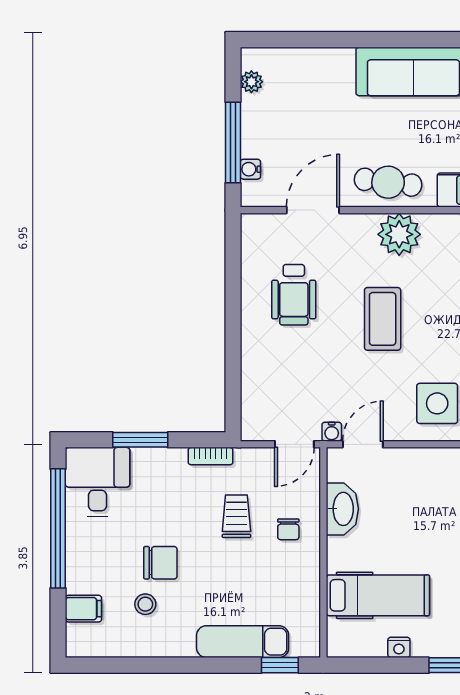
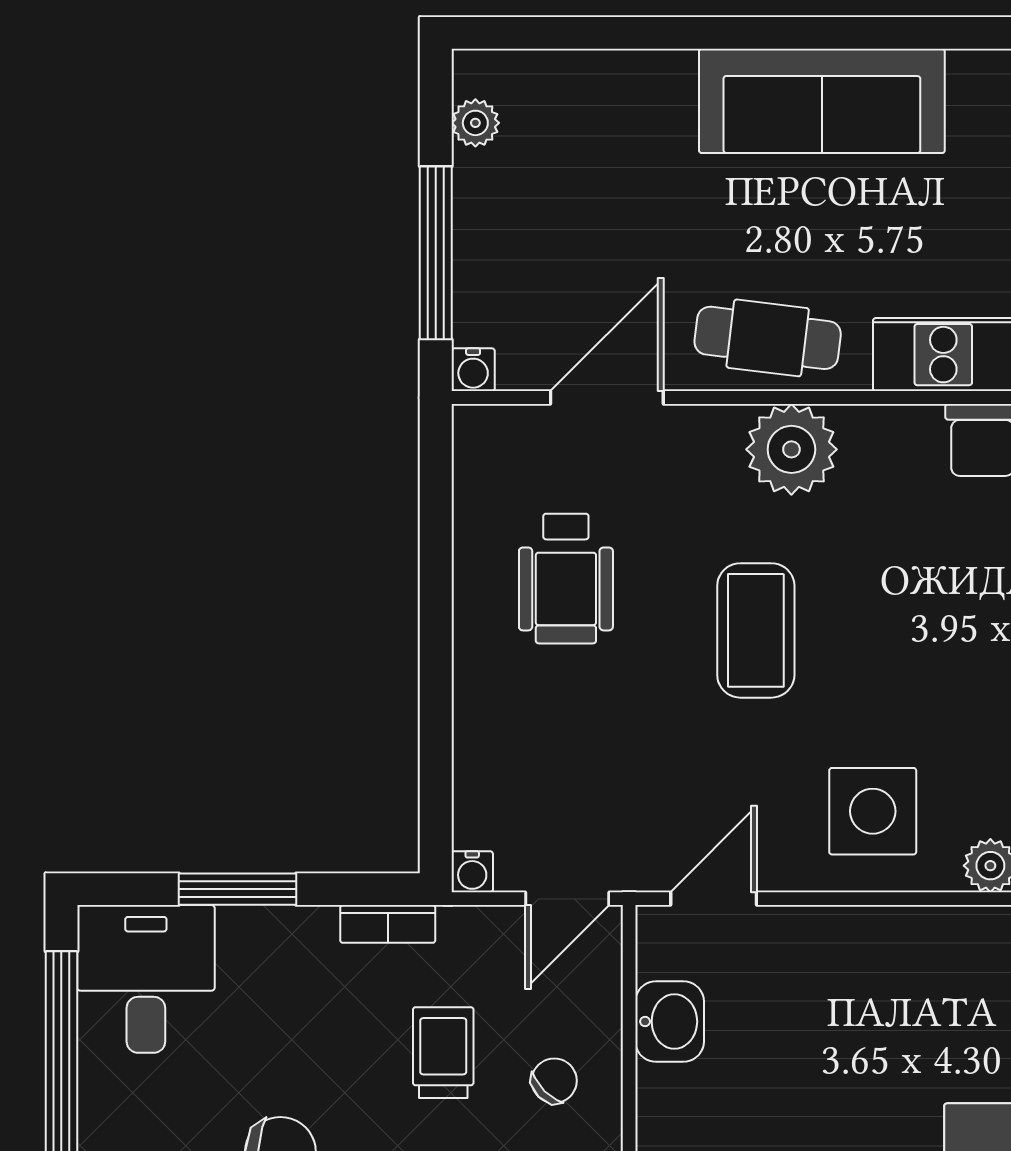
water cooler: (250, 169) -> (473, 370), moved, turned -90
water cooler: (332, 432) -> (472, 872), moved
washbasin: (342, 509) -> (670, 1022), width x0.72
chair: (288, 529) -> (554, 1081), turned -135

